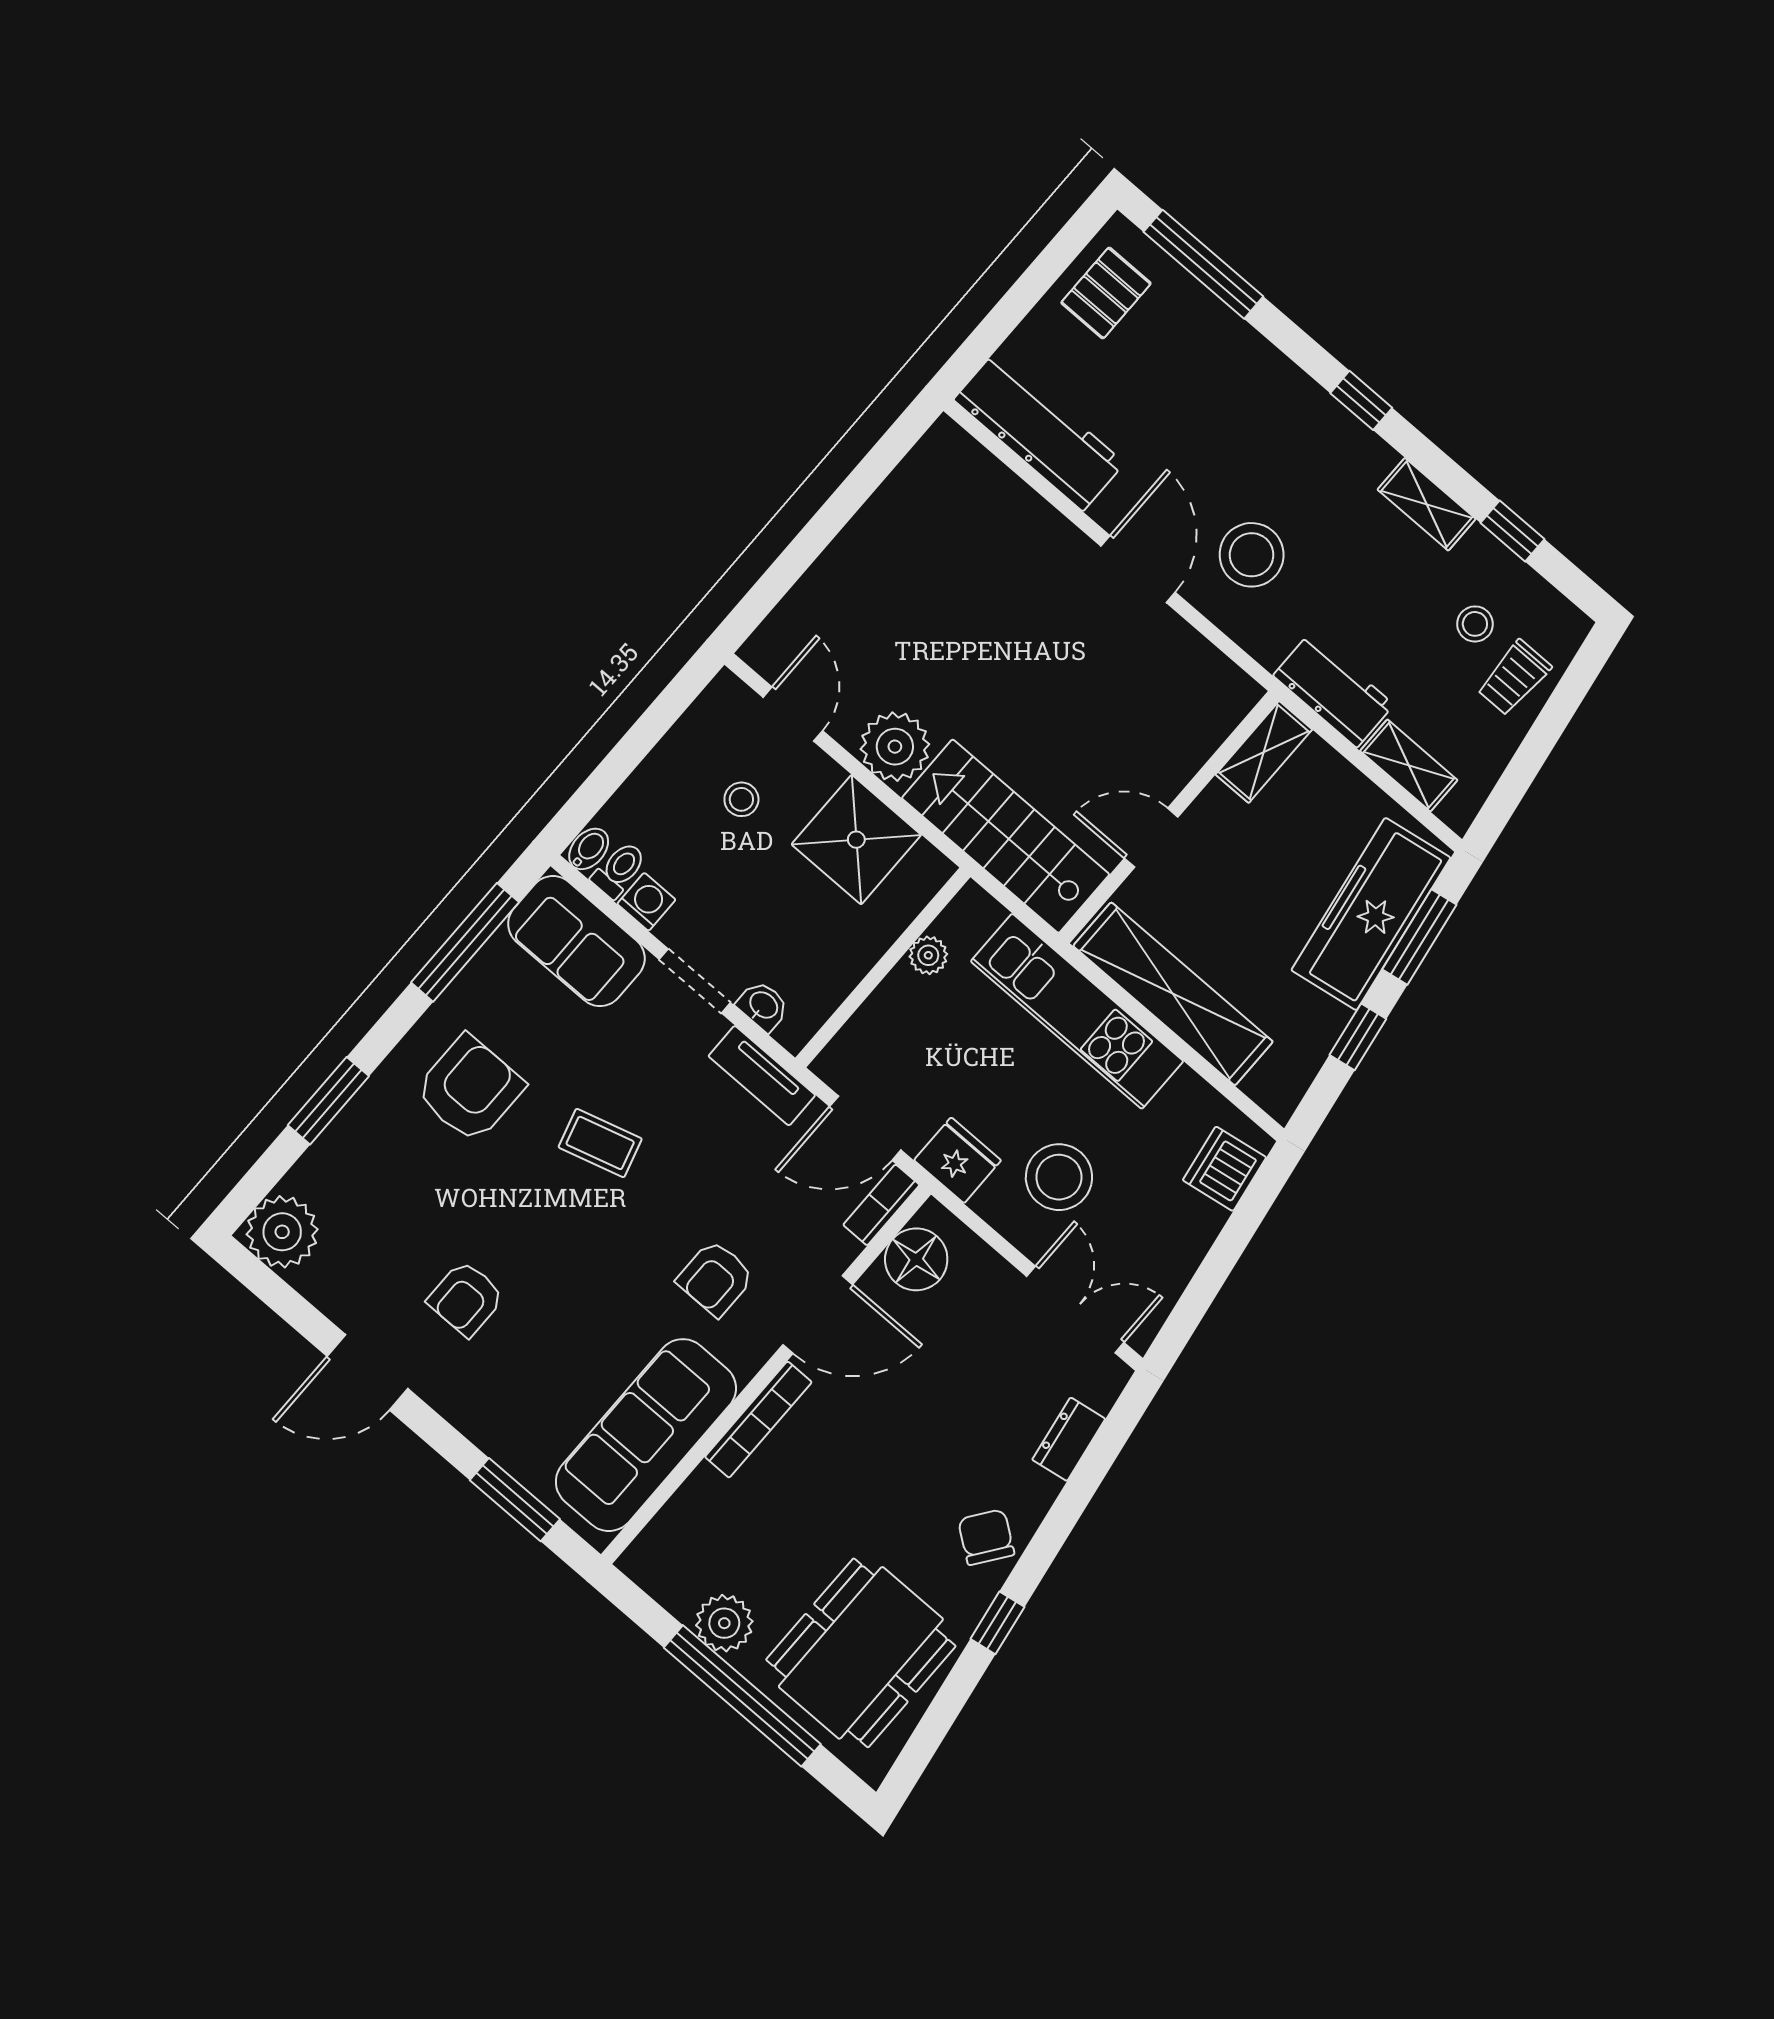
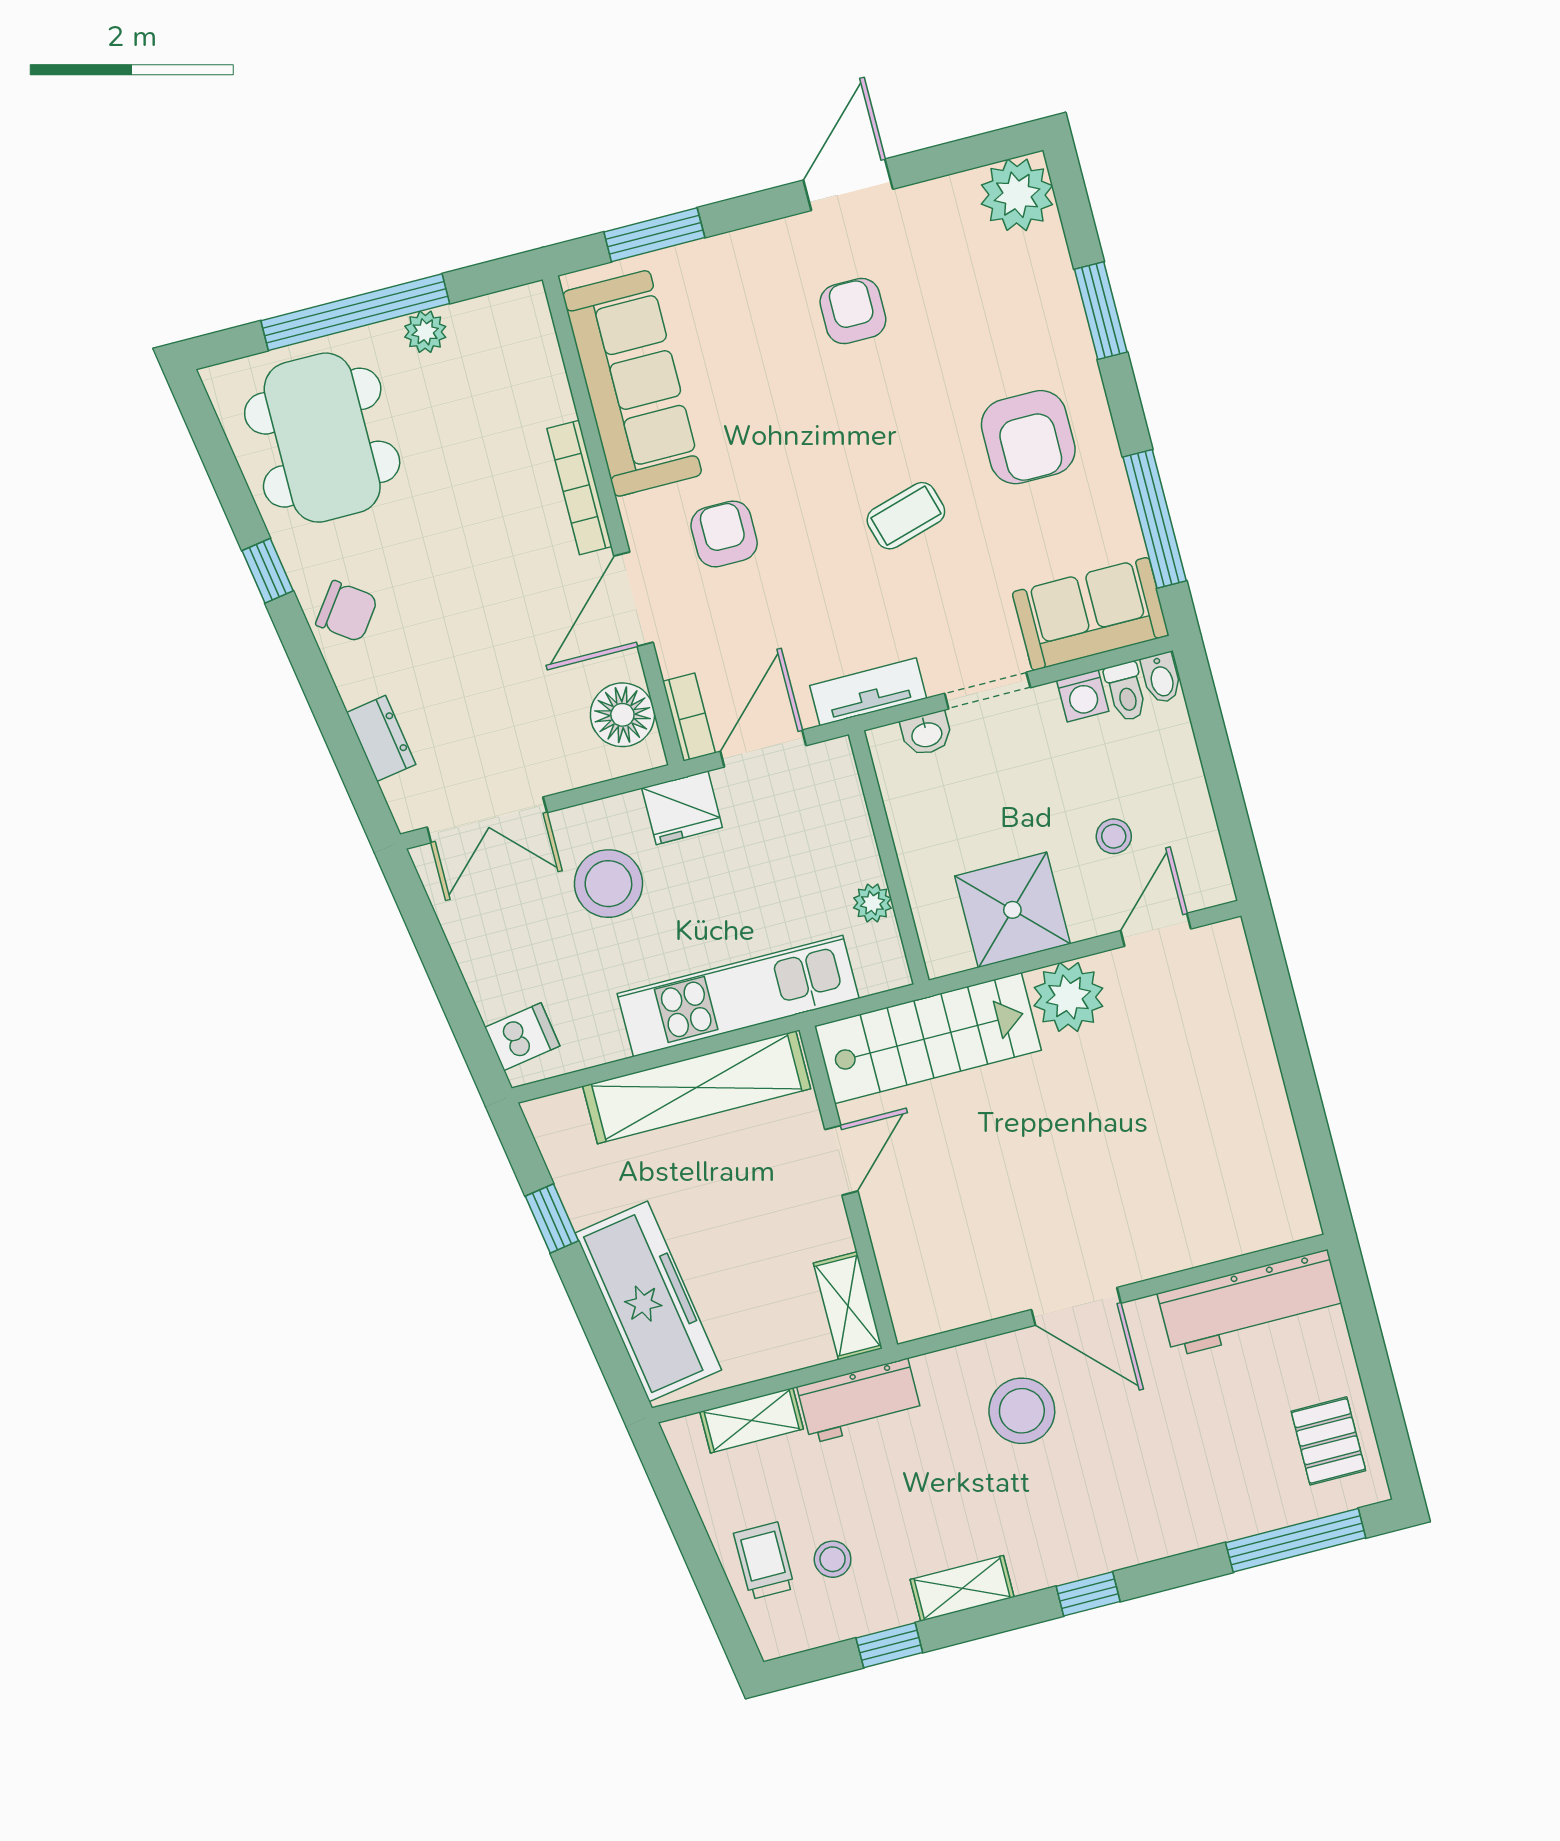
door: (793, 714) -> (1156, 930), swing flipped
window: (1419, 937) -> (600, 1329), removed
dishwasher: (1224, 1169) -> (522, 1037), width x0.73
plant: (724, 1623) -> (425, 332), width x0.73, depth x0.73

